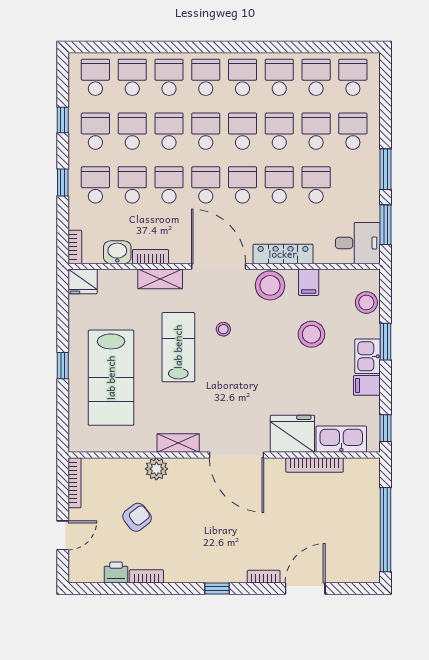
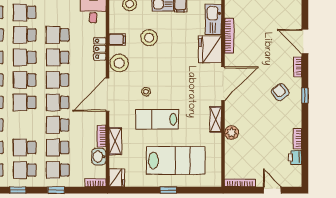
school desk: (169, 131) -> (25, 125), removed
locker: (283, 254) -> (100, 49), width x0.66
shelving: (160, 279) -> (115, 141), moved
armchair: (137, 517) -> (280, 92), moved

